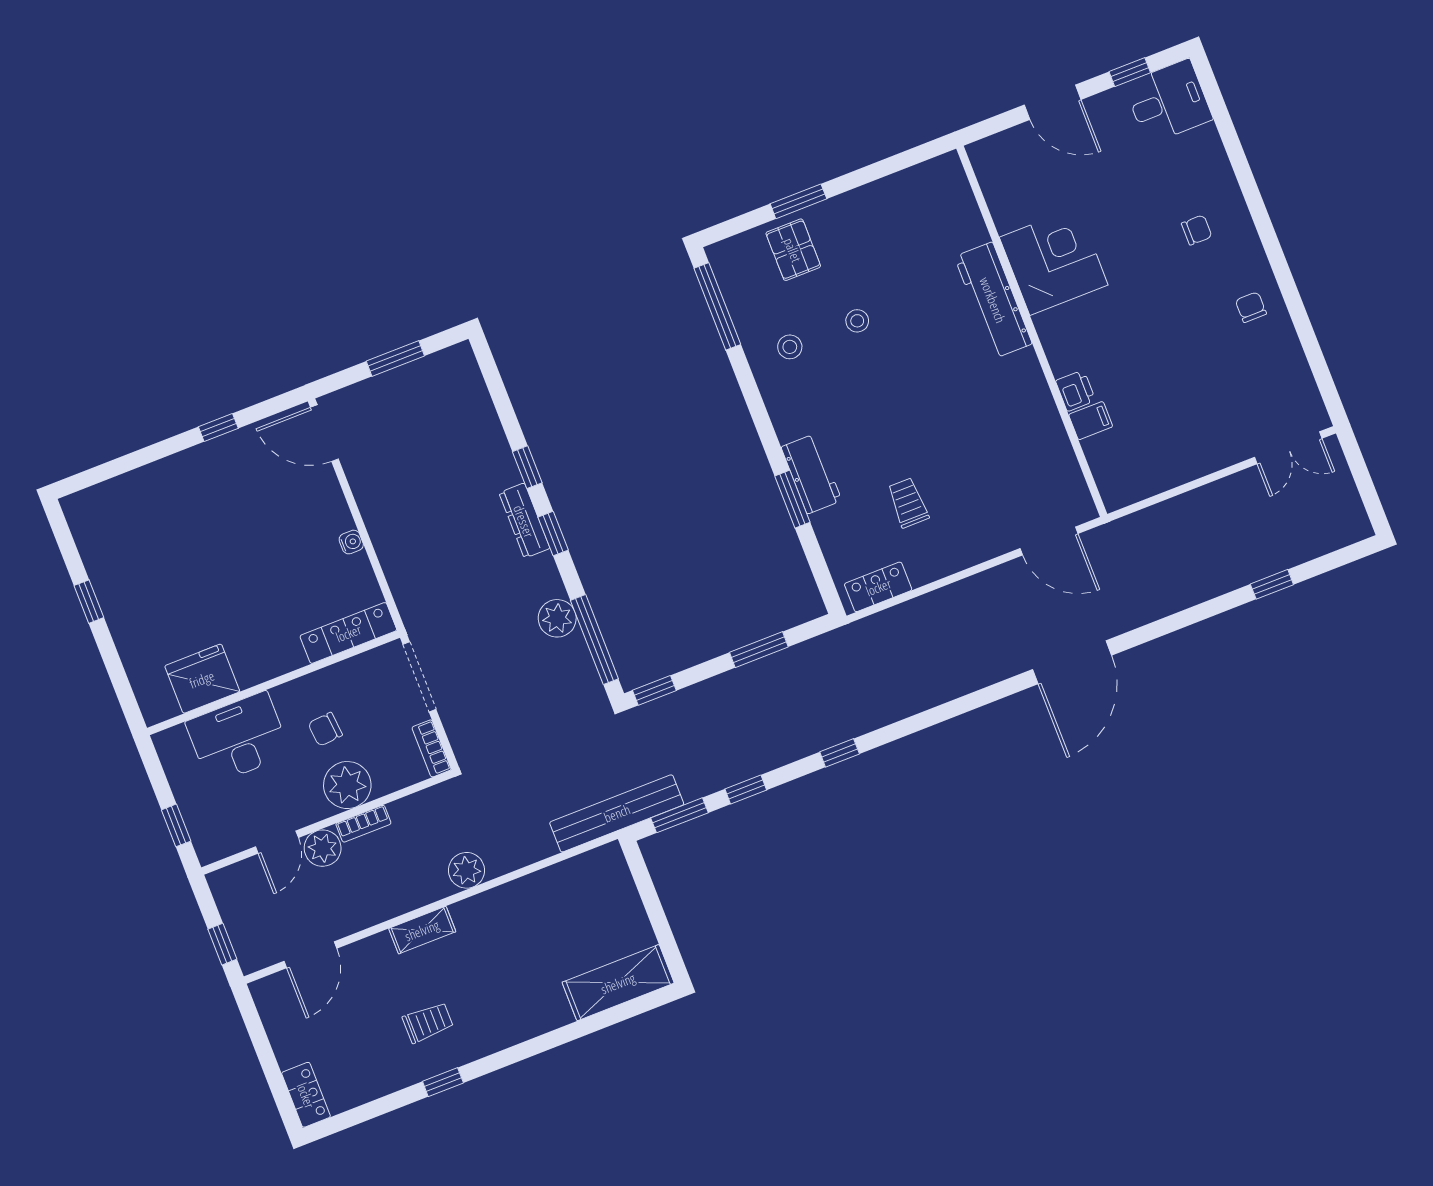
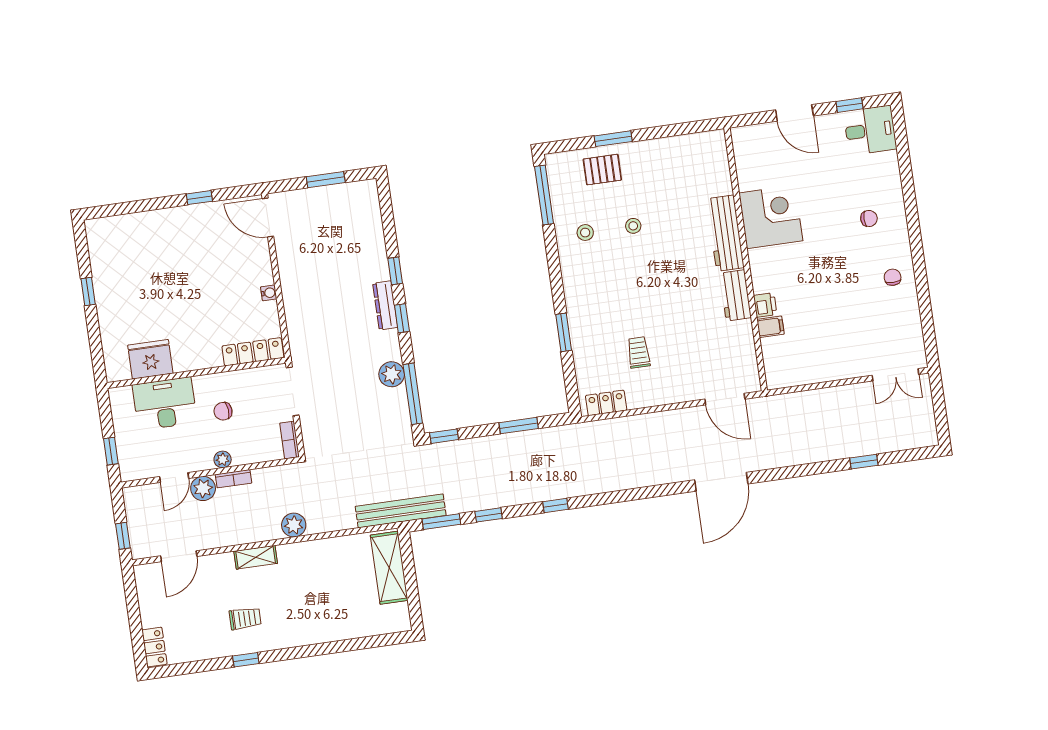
pallet: (793, 250) -> (602, 170), turned 90
workbench: (811, 474) -> (735, 295), moved, turned 180
plant: (347, 785) -> (223, 459), width x0.53, depth x0.53
shelving: (618, 983) -> (389, 568), moved, turned 90

